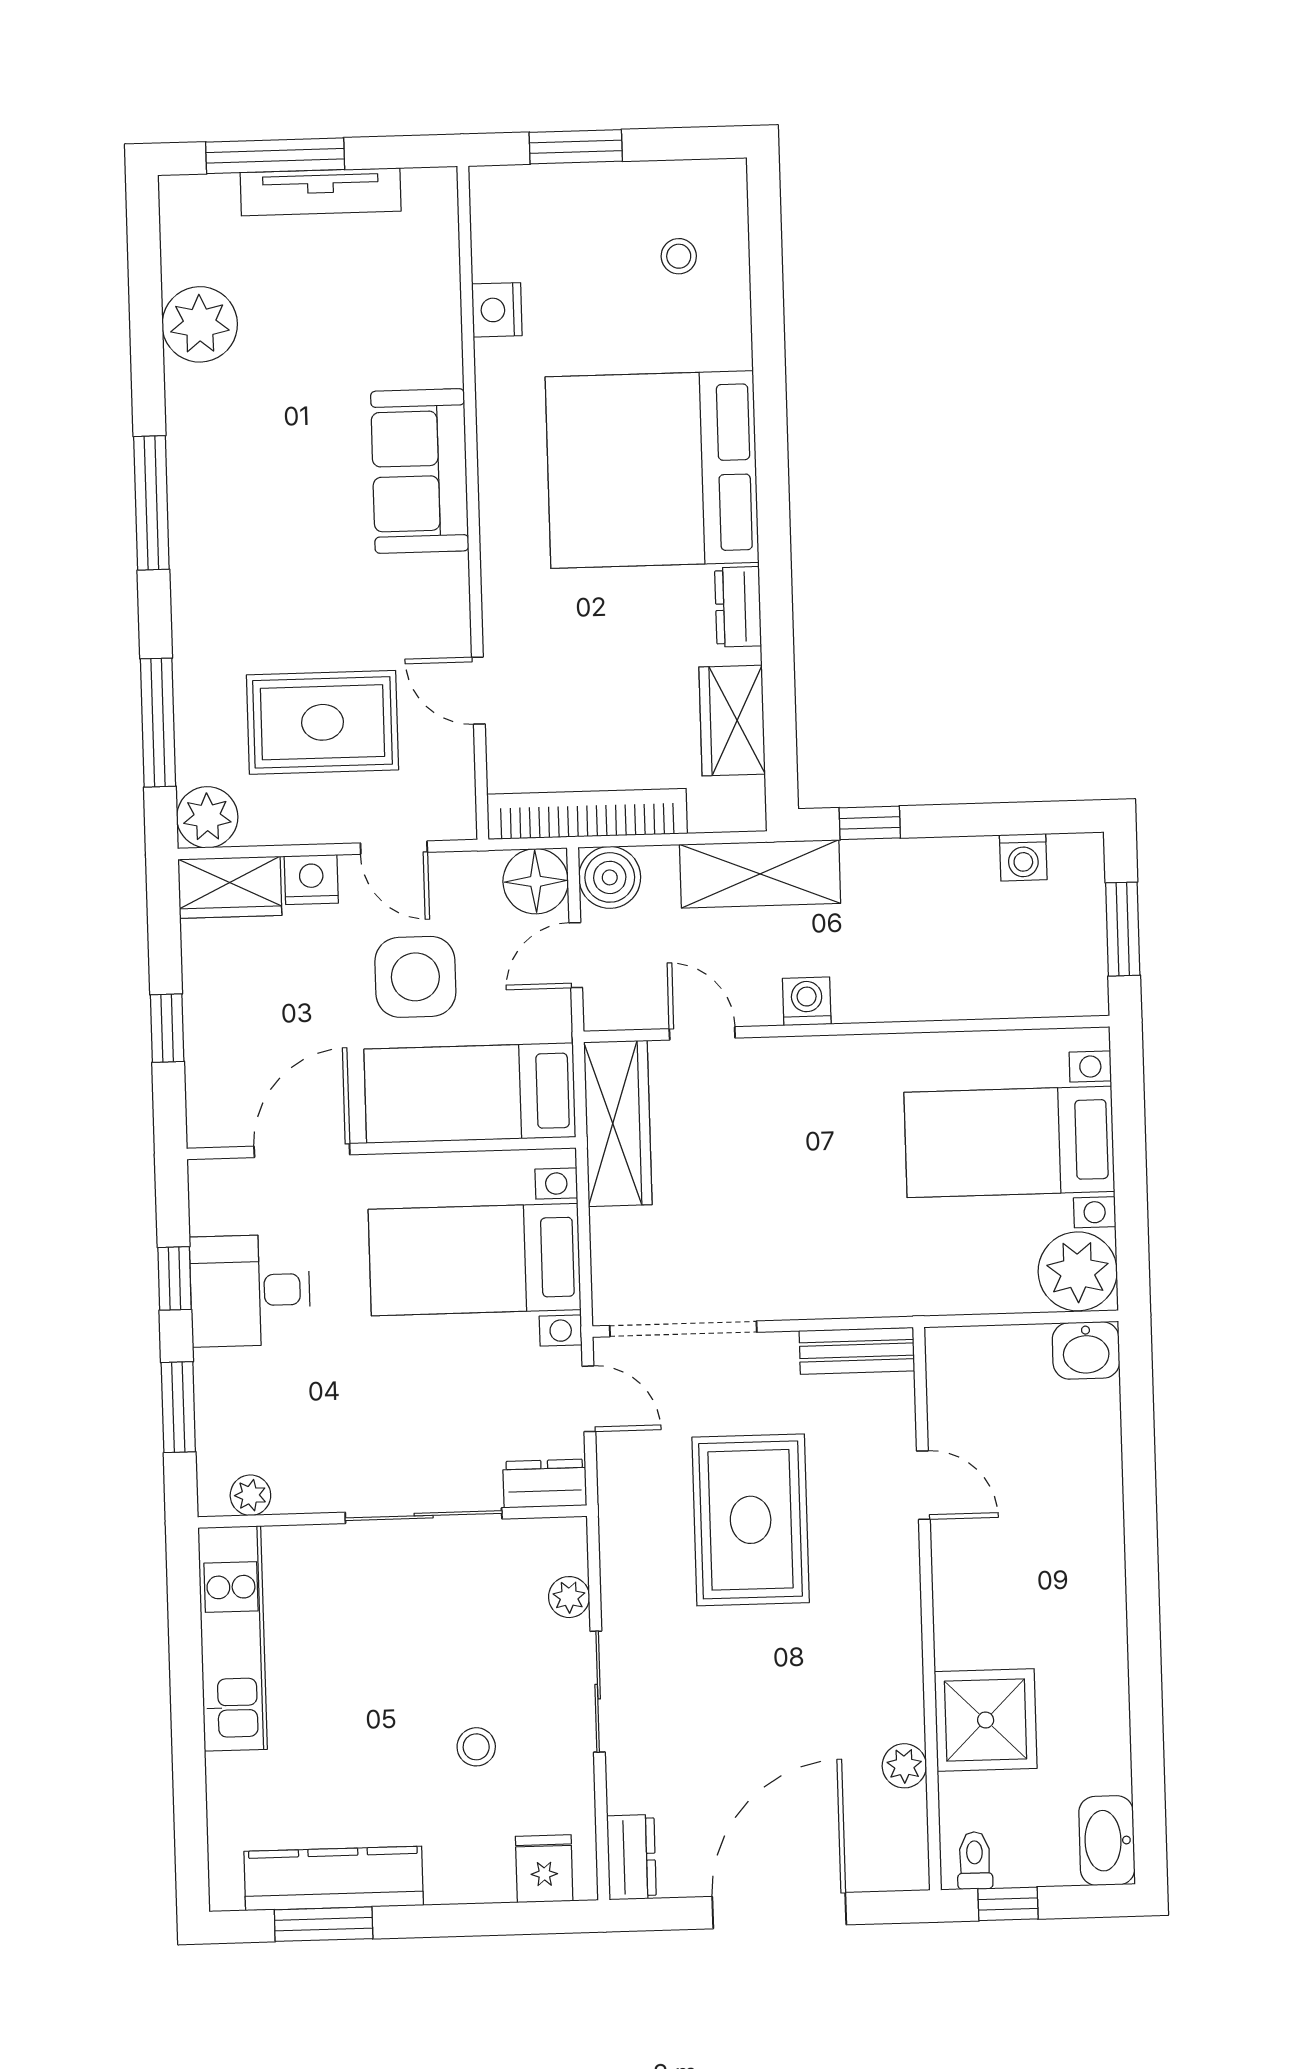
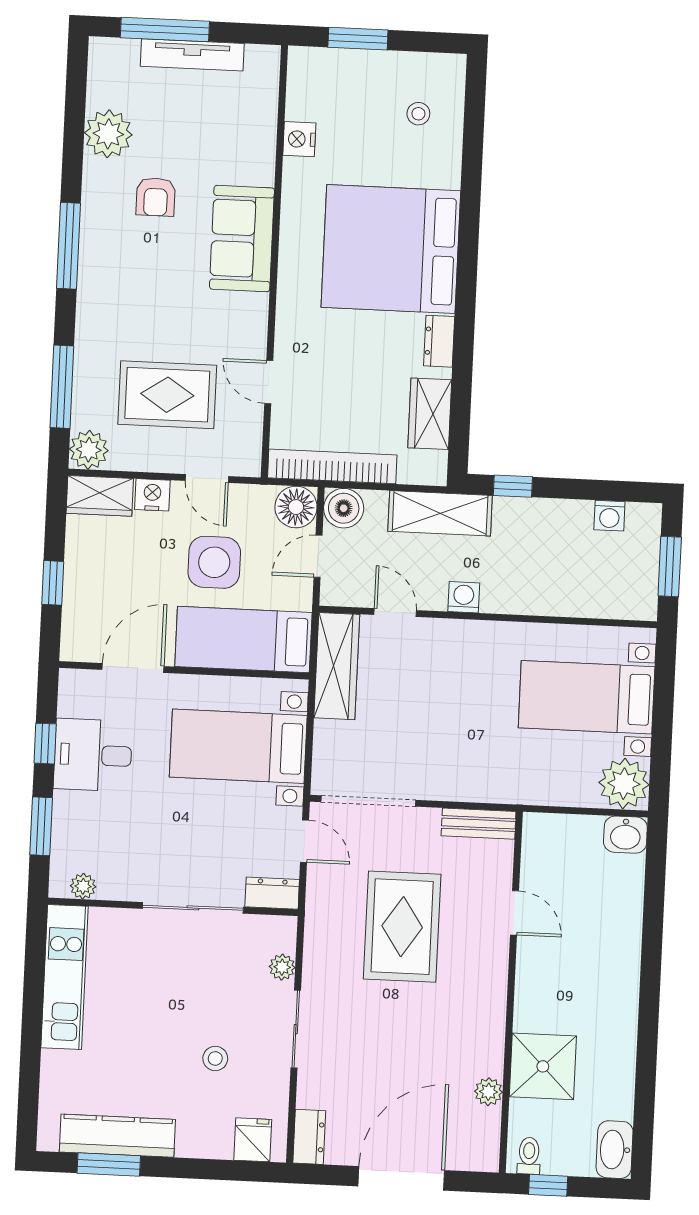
armchair: (281, 417) -> (156, 197), added

